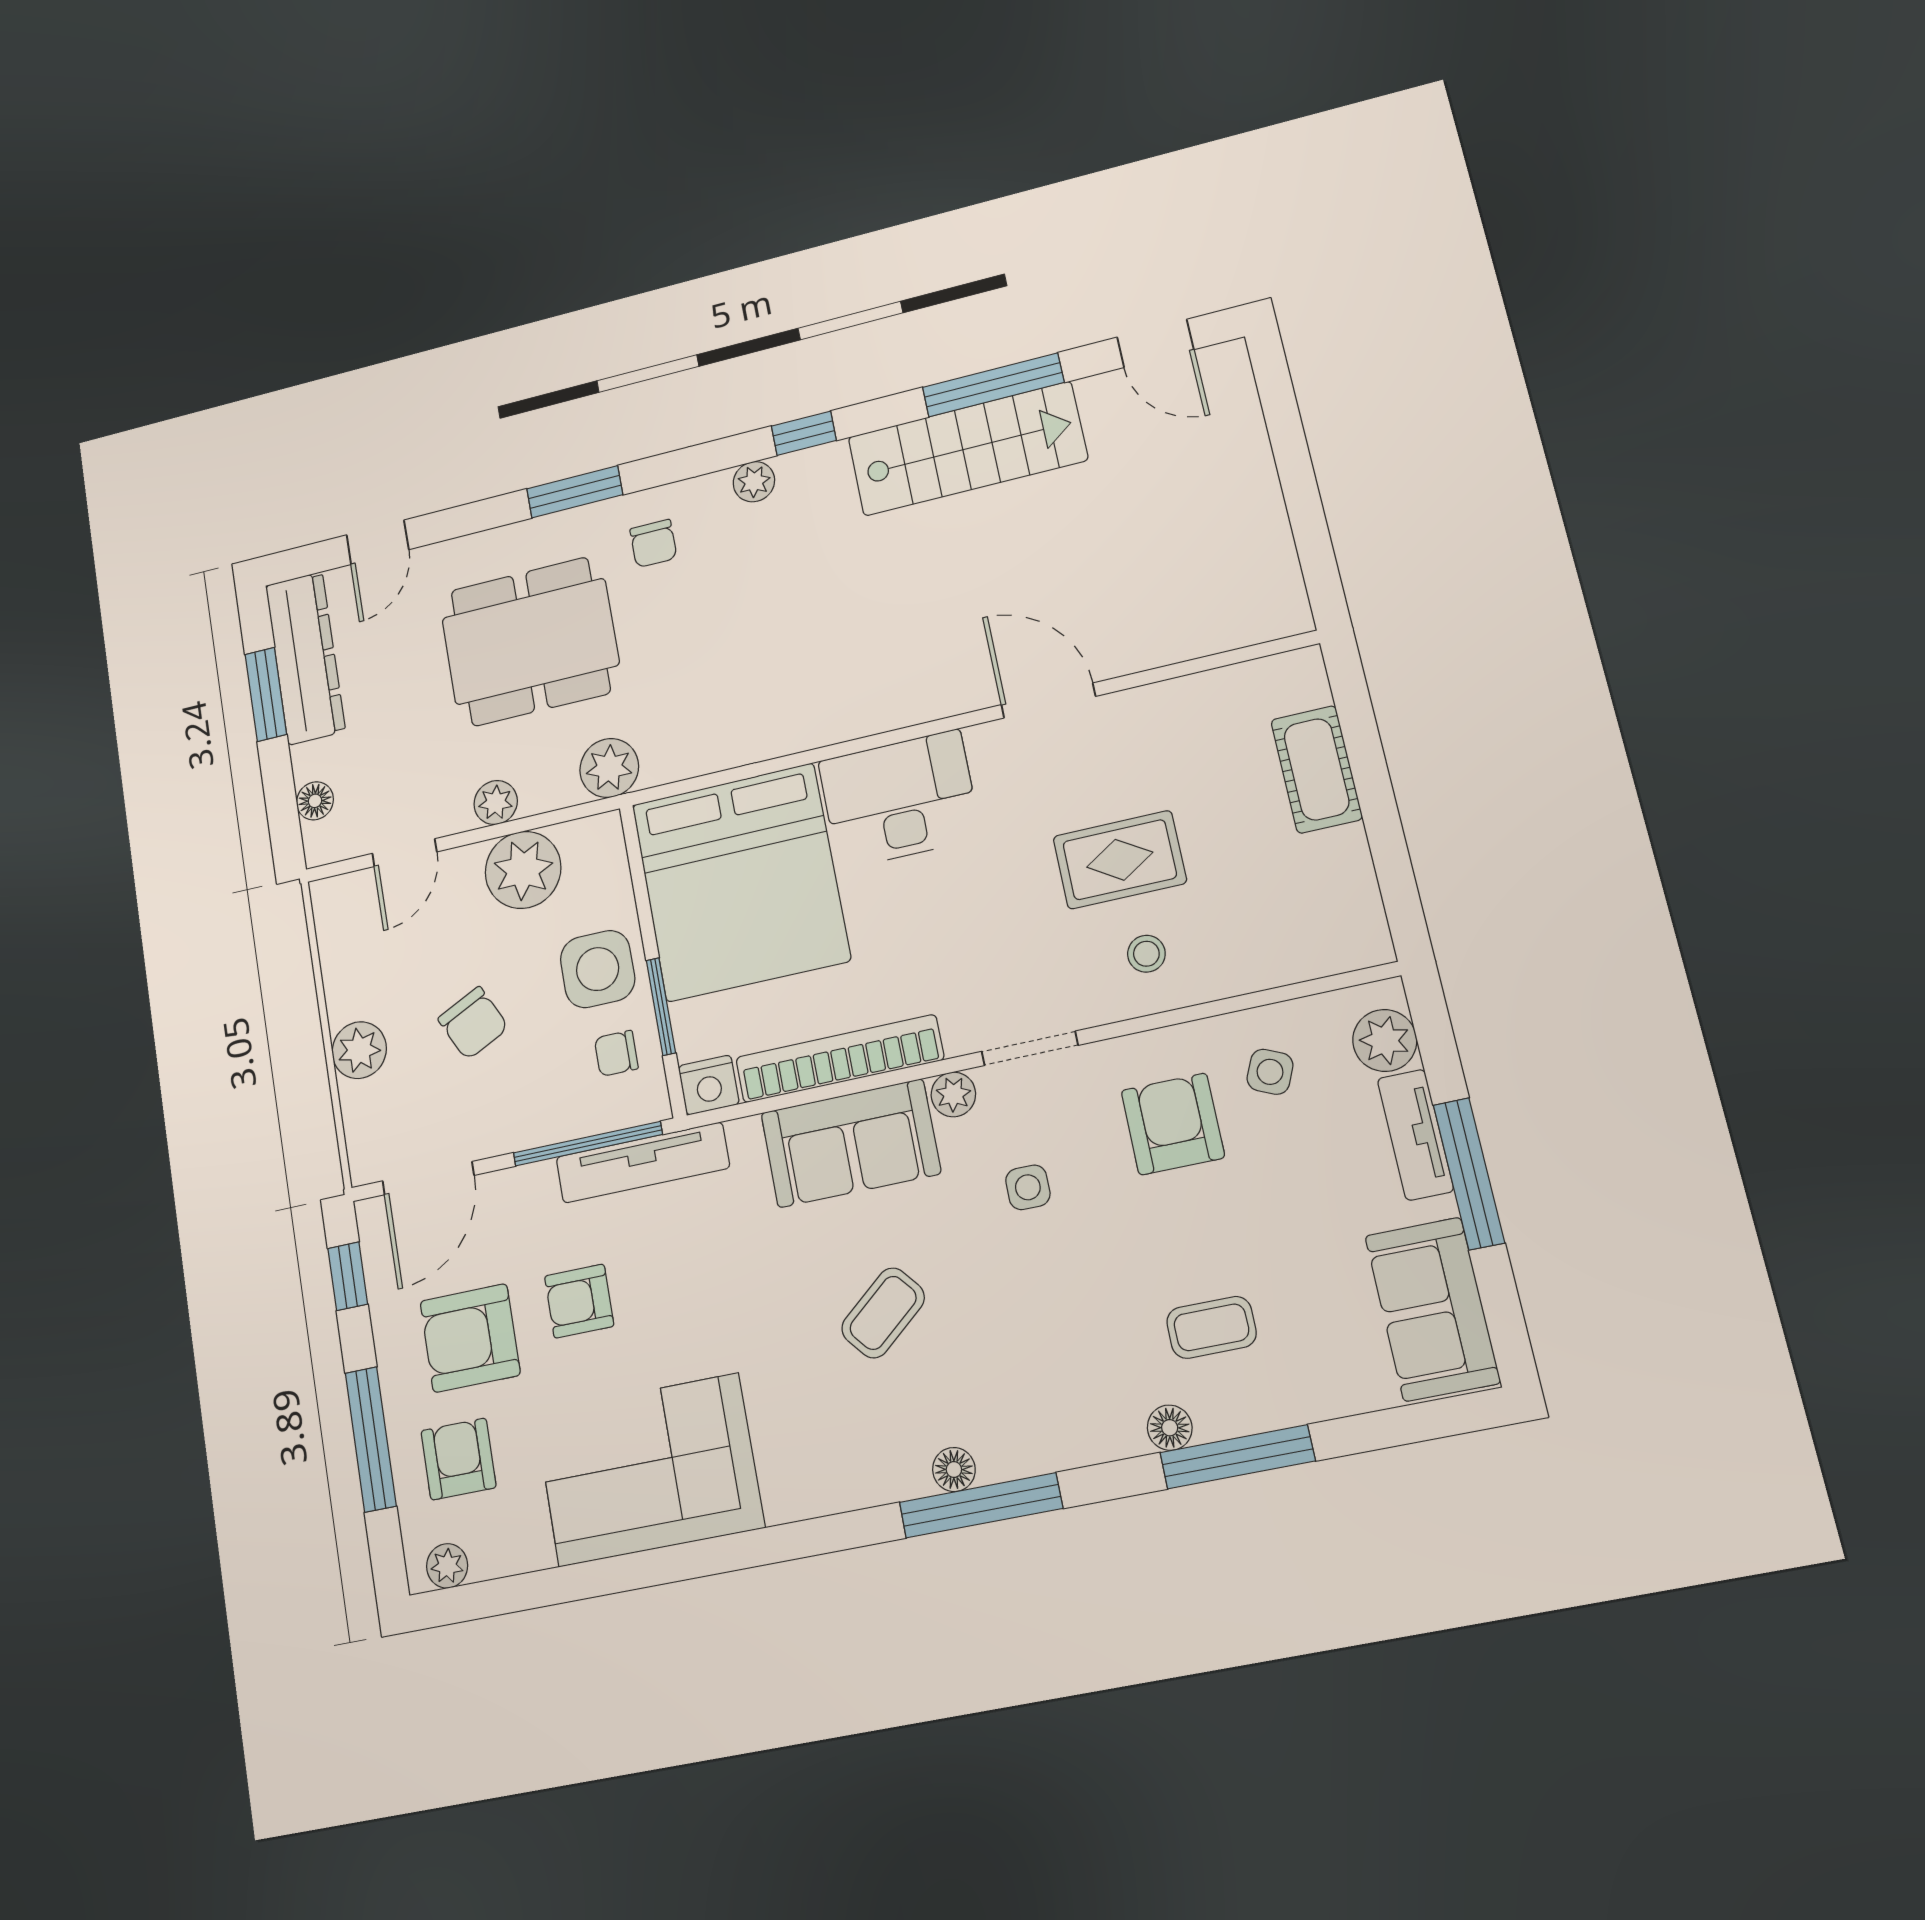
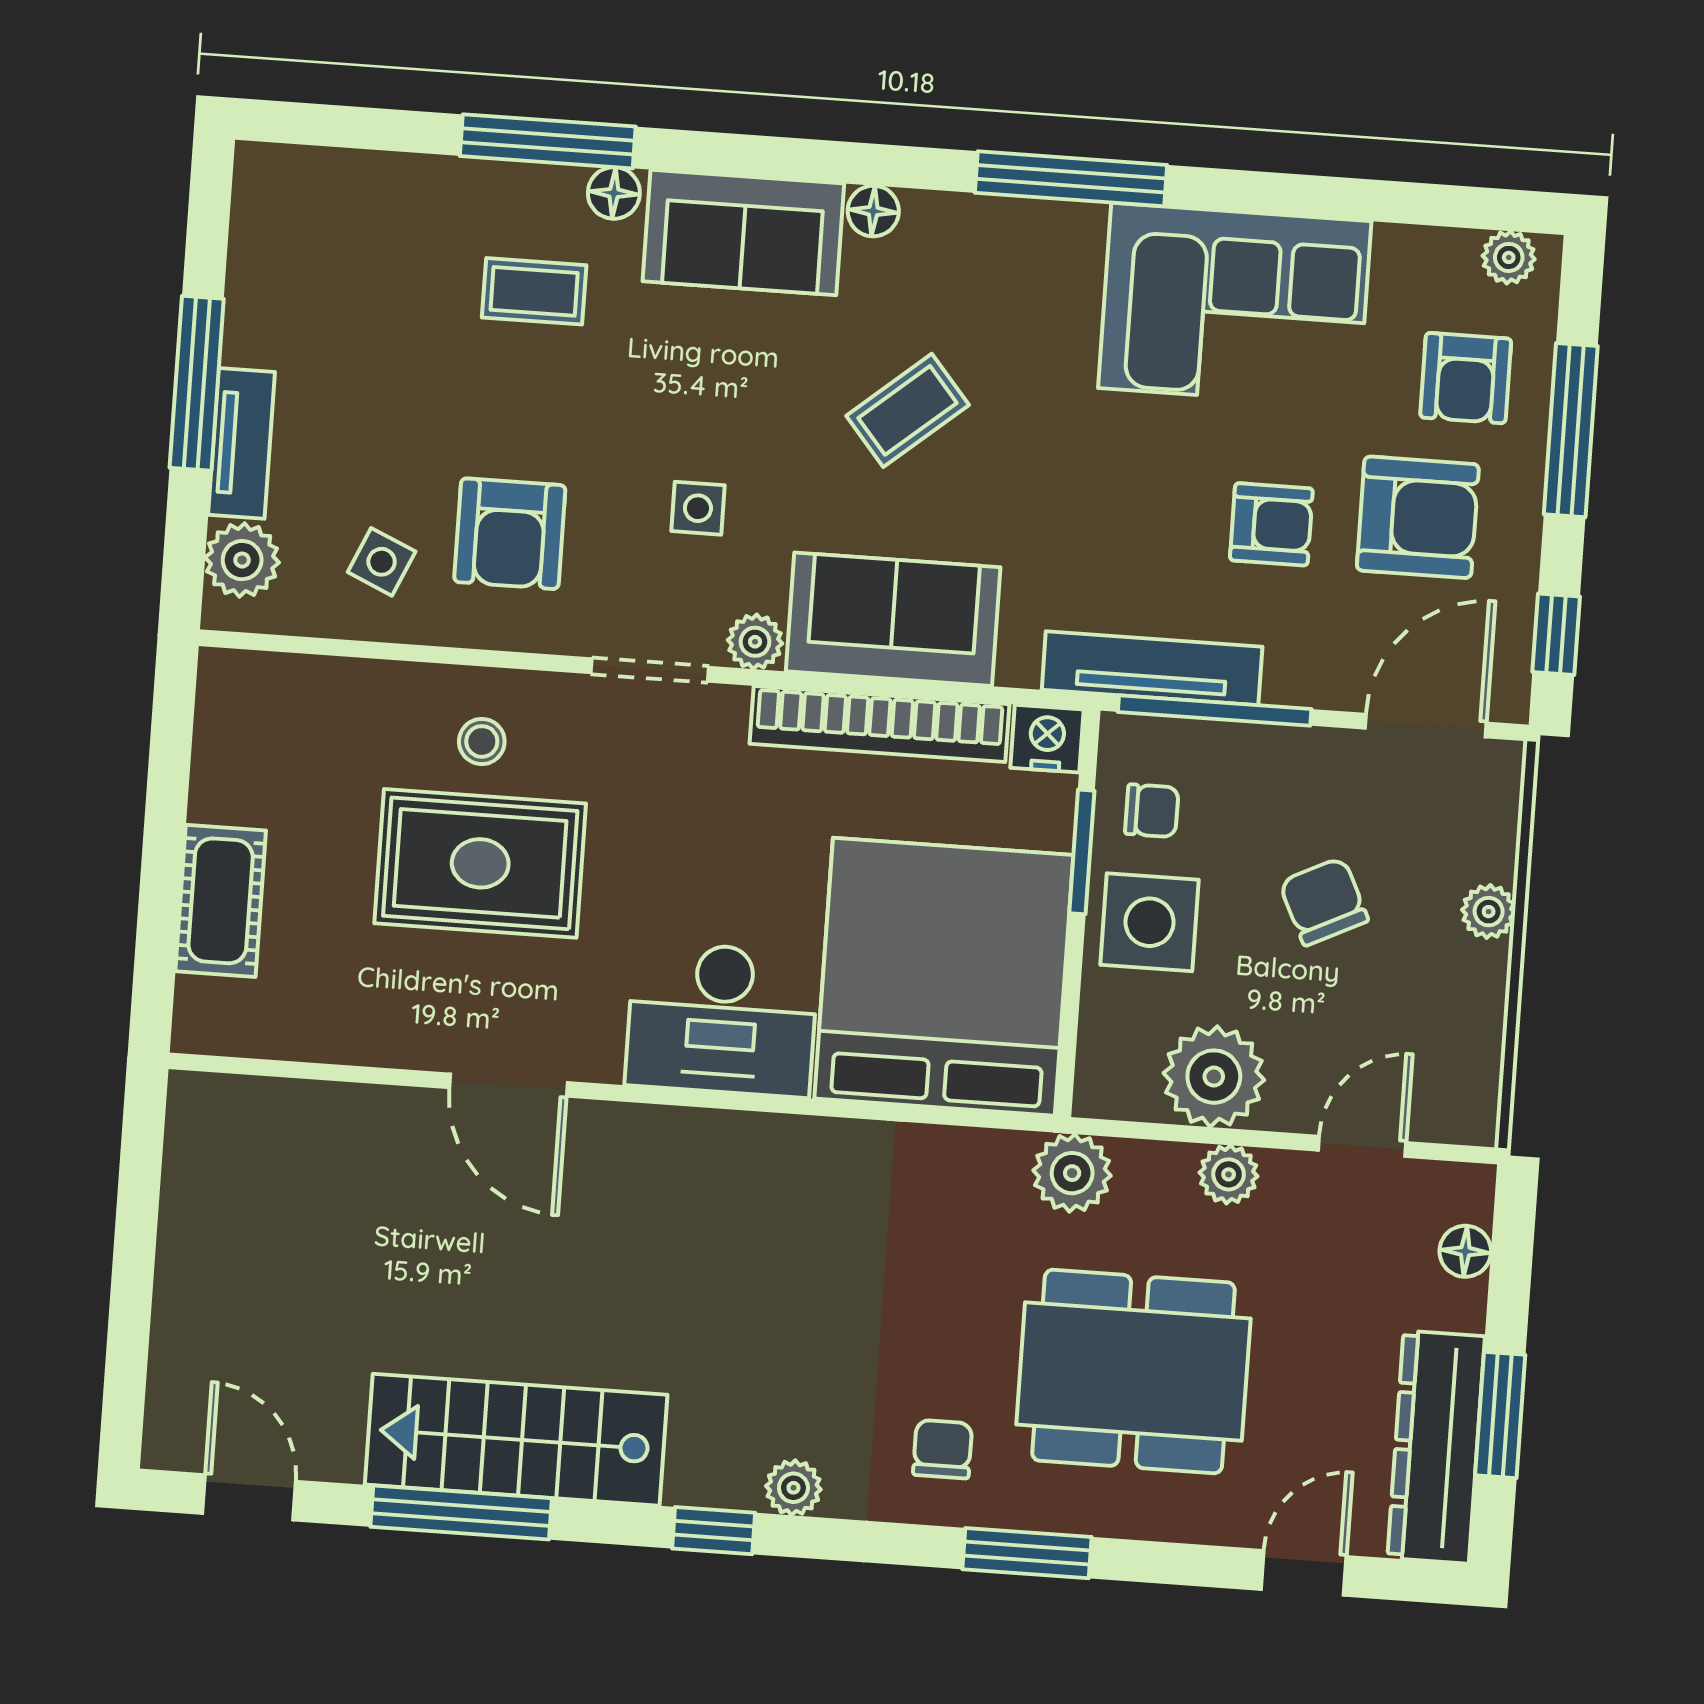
rug: (1120, 860) -> (480, 863), width x1.36, depth x1.43
plant: (359, 1050) -> (1489, 912), width x0.73, depth x0.73
sofa: (1432, 1309) -> (743, 232), moved, turned 90
window: (981, 1505) -> (1071, 179), moved

